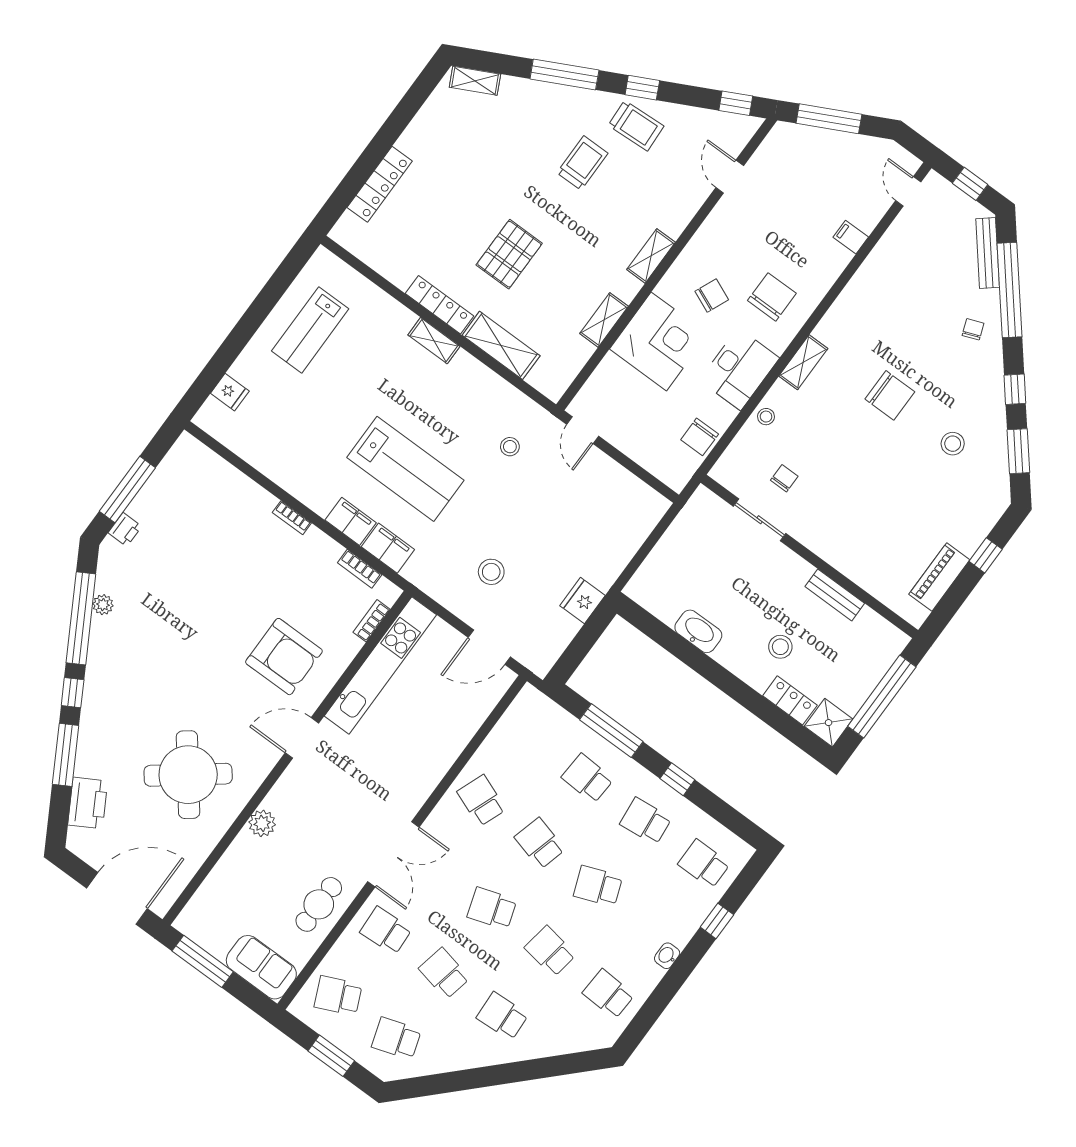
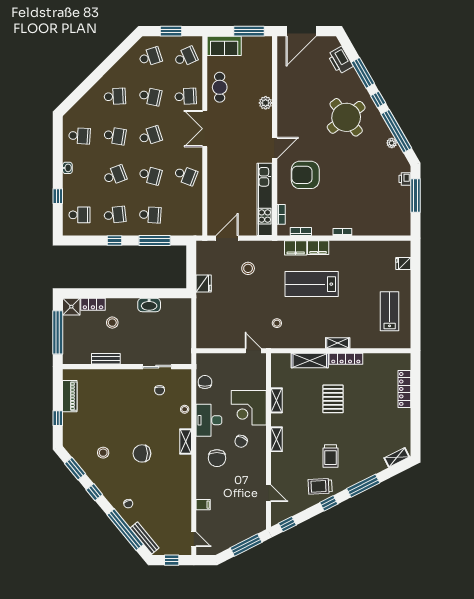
round table: (188, 775) -> (346, 117), moved

